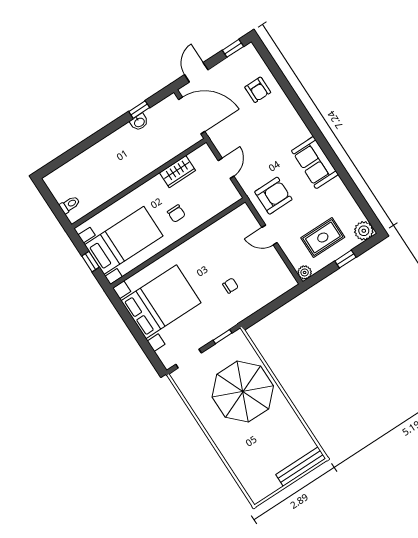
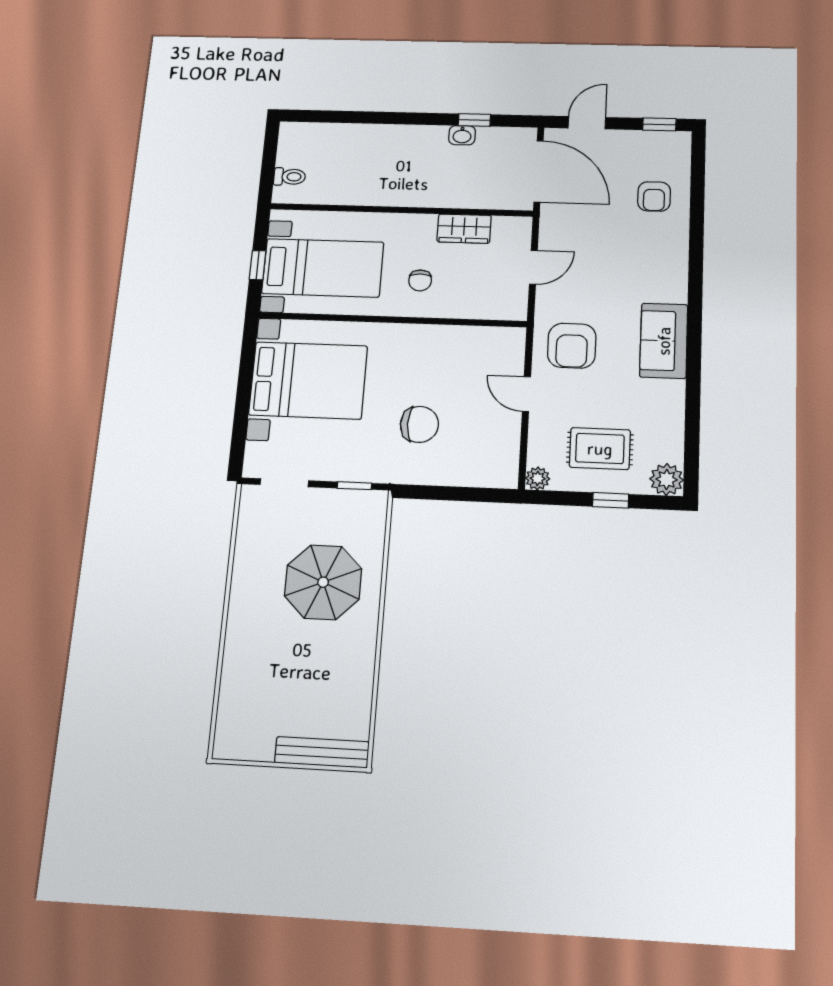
armchair: (273, 196) -> (572, 346), turned 90
chair: (230, 286) -> (419, 424), width x1.87, depth x1.87
parasol: (243, 392) -> (323, 582), width x0.73, depth x0.73

